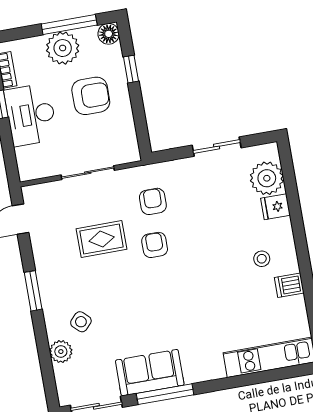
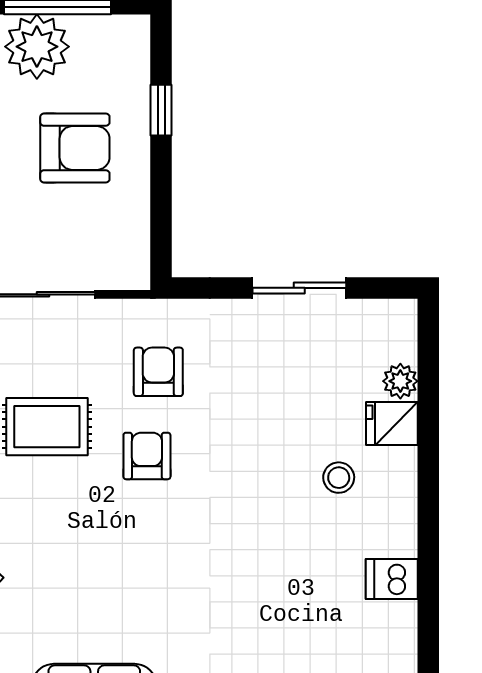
floor lamp: (109, 34) -> (130, 35), removed
plant: (267, 178) -> (400, 381), width x0.53, depth x0.53
stool: (262, 259) -> (339, 478), moved

